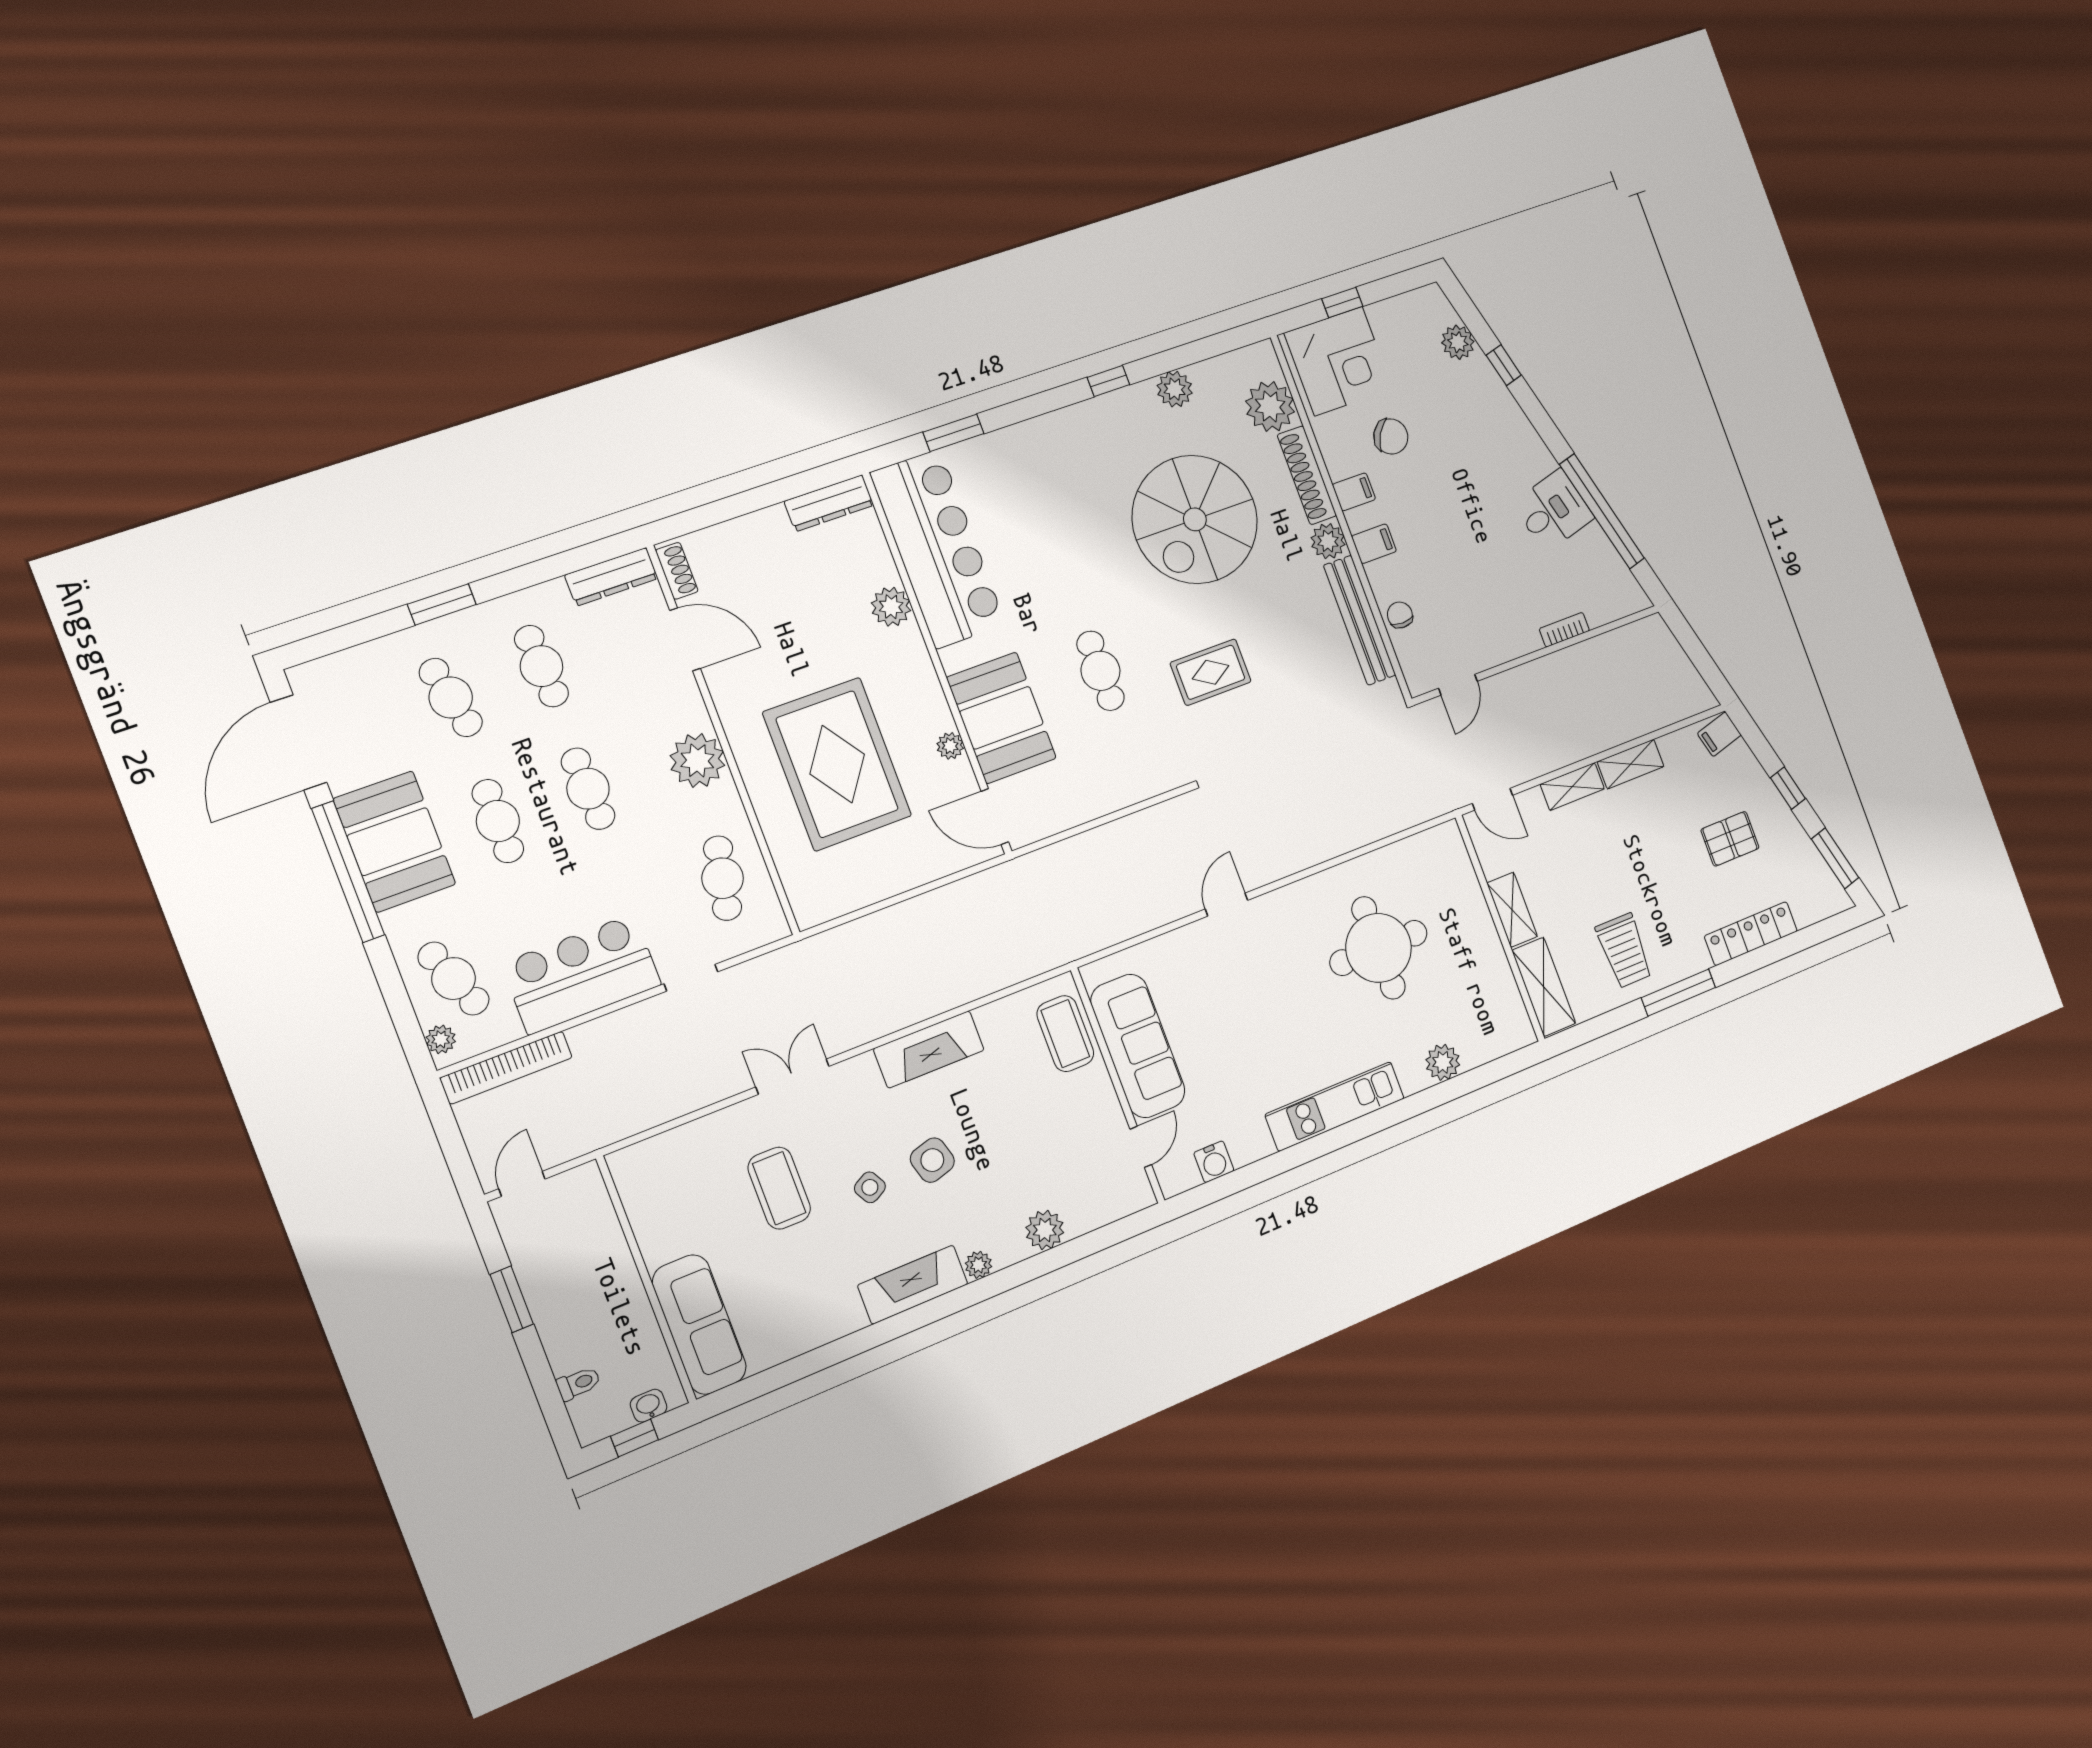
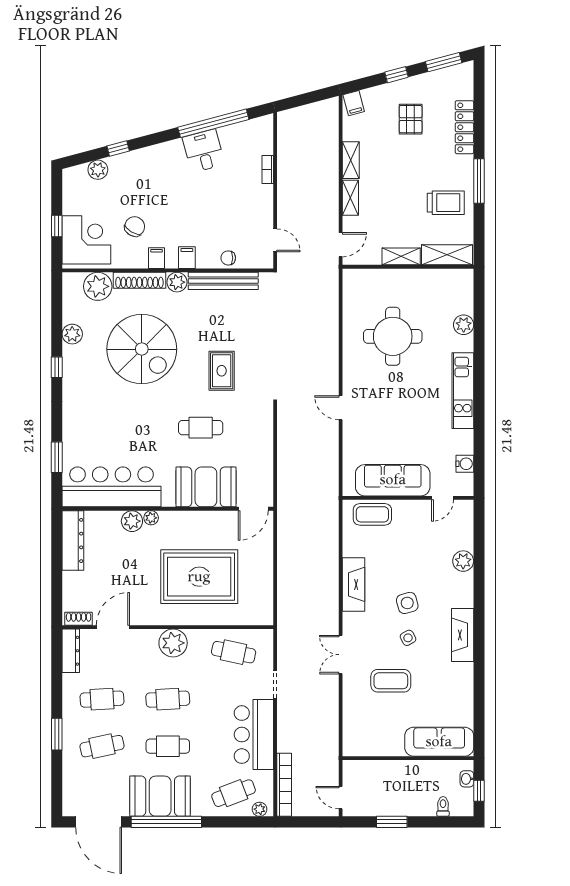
dresser: (829, 503) -> (73, 541), width x1.37, depth x1.24
plant: (950, 746) -> (151, 518), moved
door: (1141, 1147) -> (443, 498), swing flipped
plant: (978, 1265) -> (466, 600), removed

